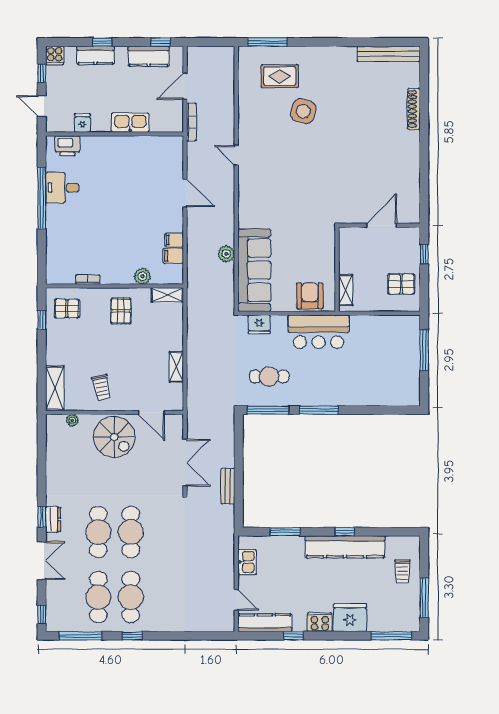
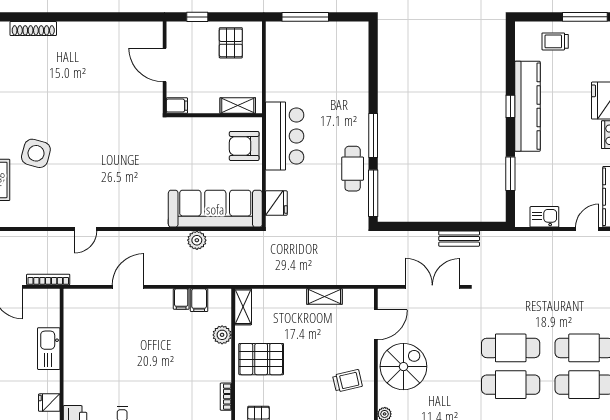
filing cabinet: (346, 236) -> (177, 106), added
pallet: (121, 311) -> (261, 359), width x1.50, depth x1.42
cafe table: (269, 376) -> (353, 169), moved
trolley: (402, 571) -> (555, 41), turned 180

